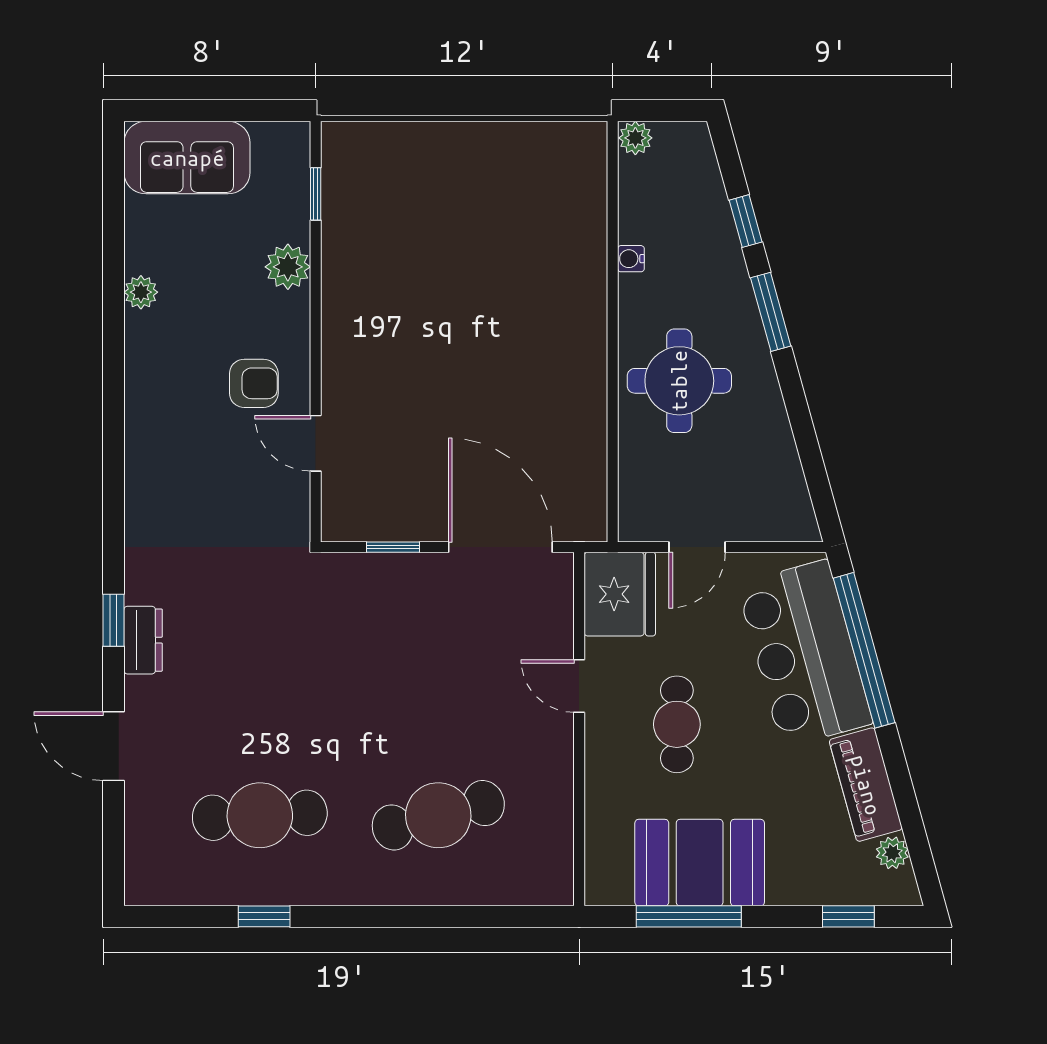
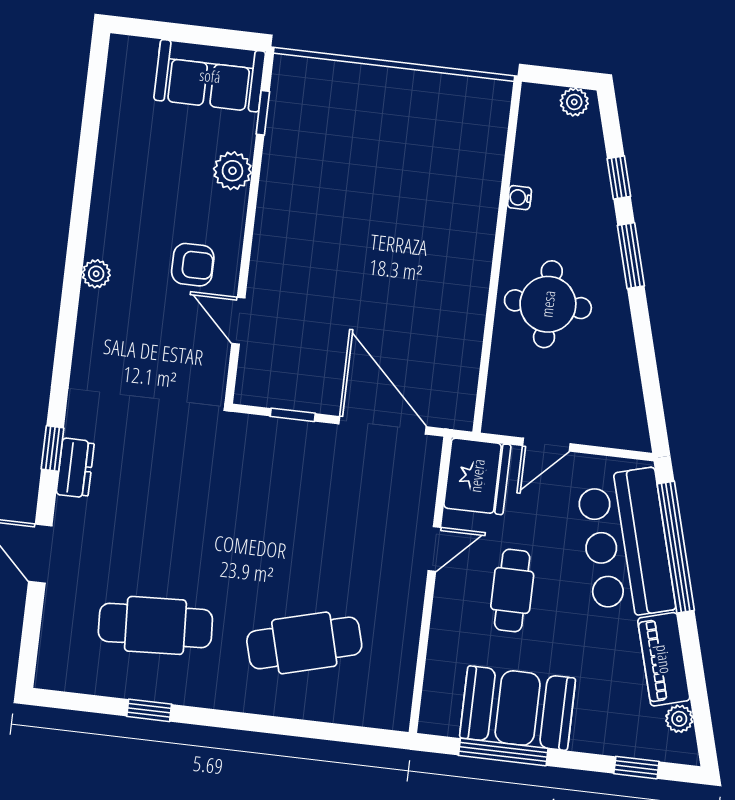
plant: (635, 138) -> (574, 102), moved
sofa: (187, 158) -> (210, 76), moved
plant: (141, 292) -> (96, 274), moved
door: (579, 686) -> (434, 549), swing flipped

